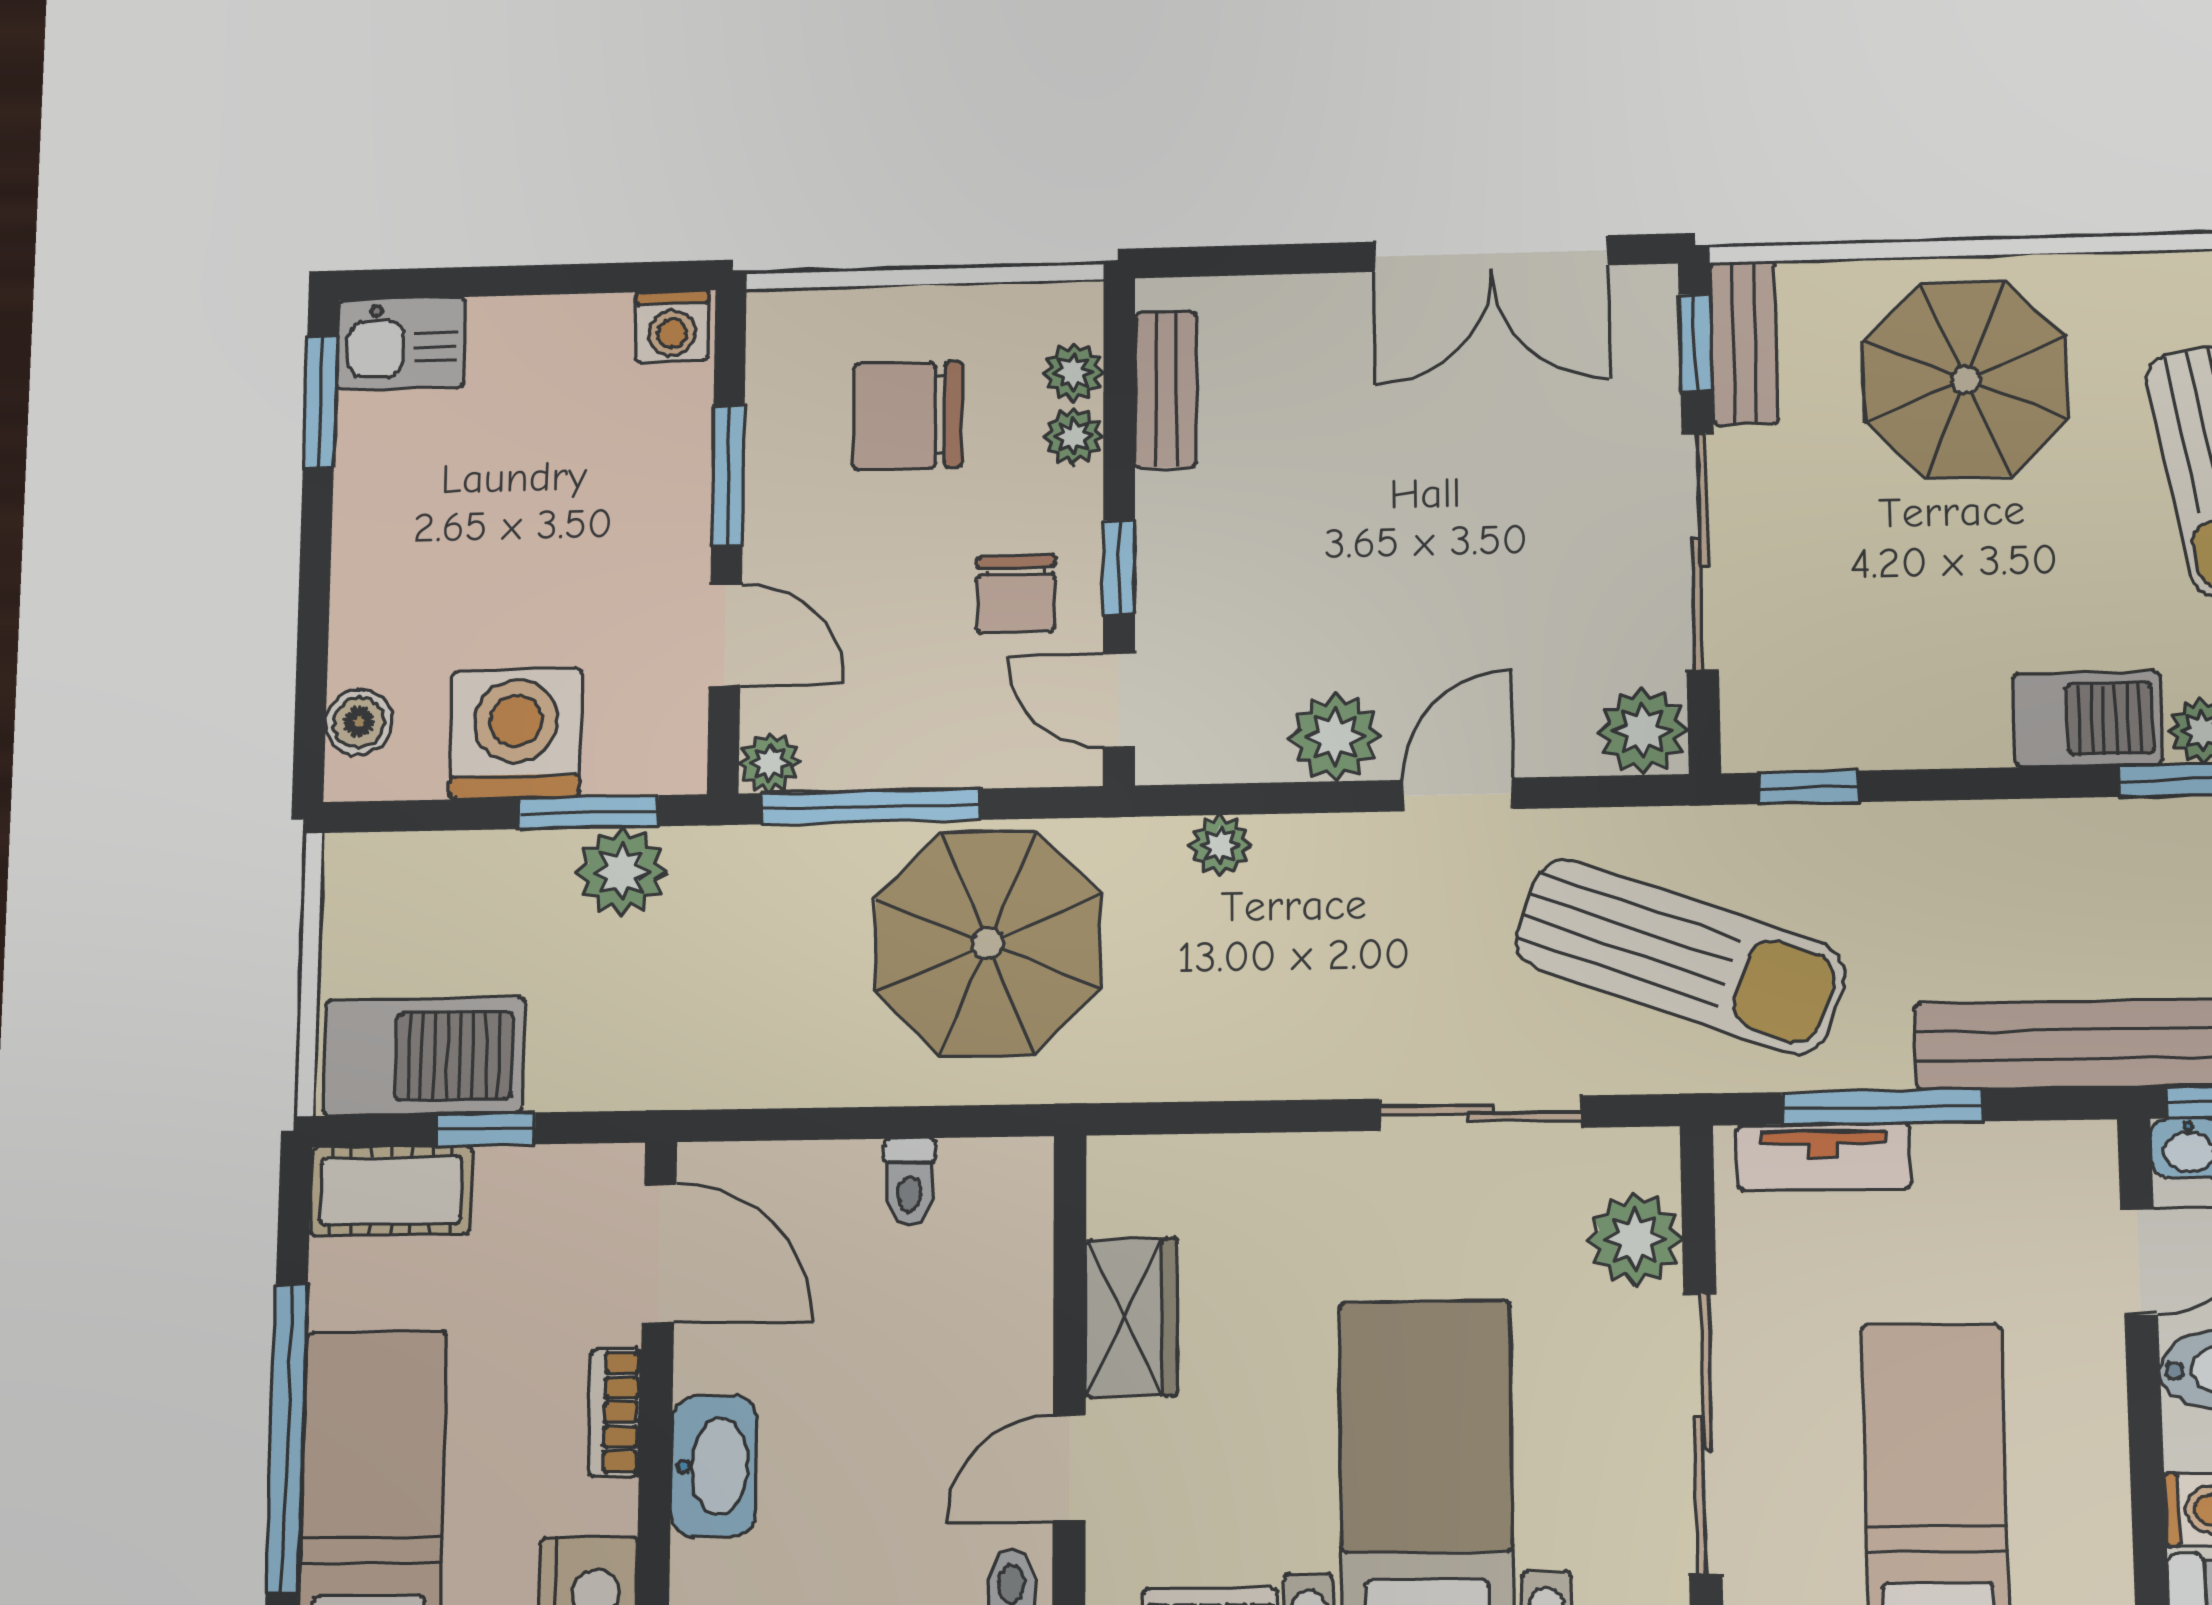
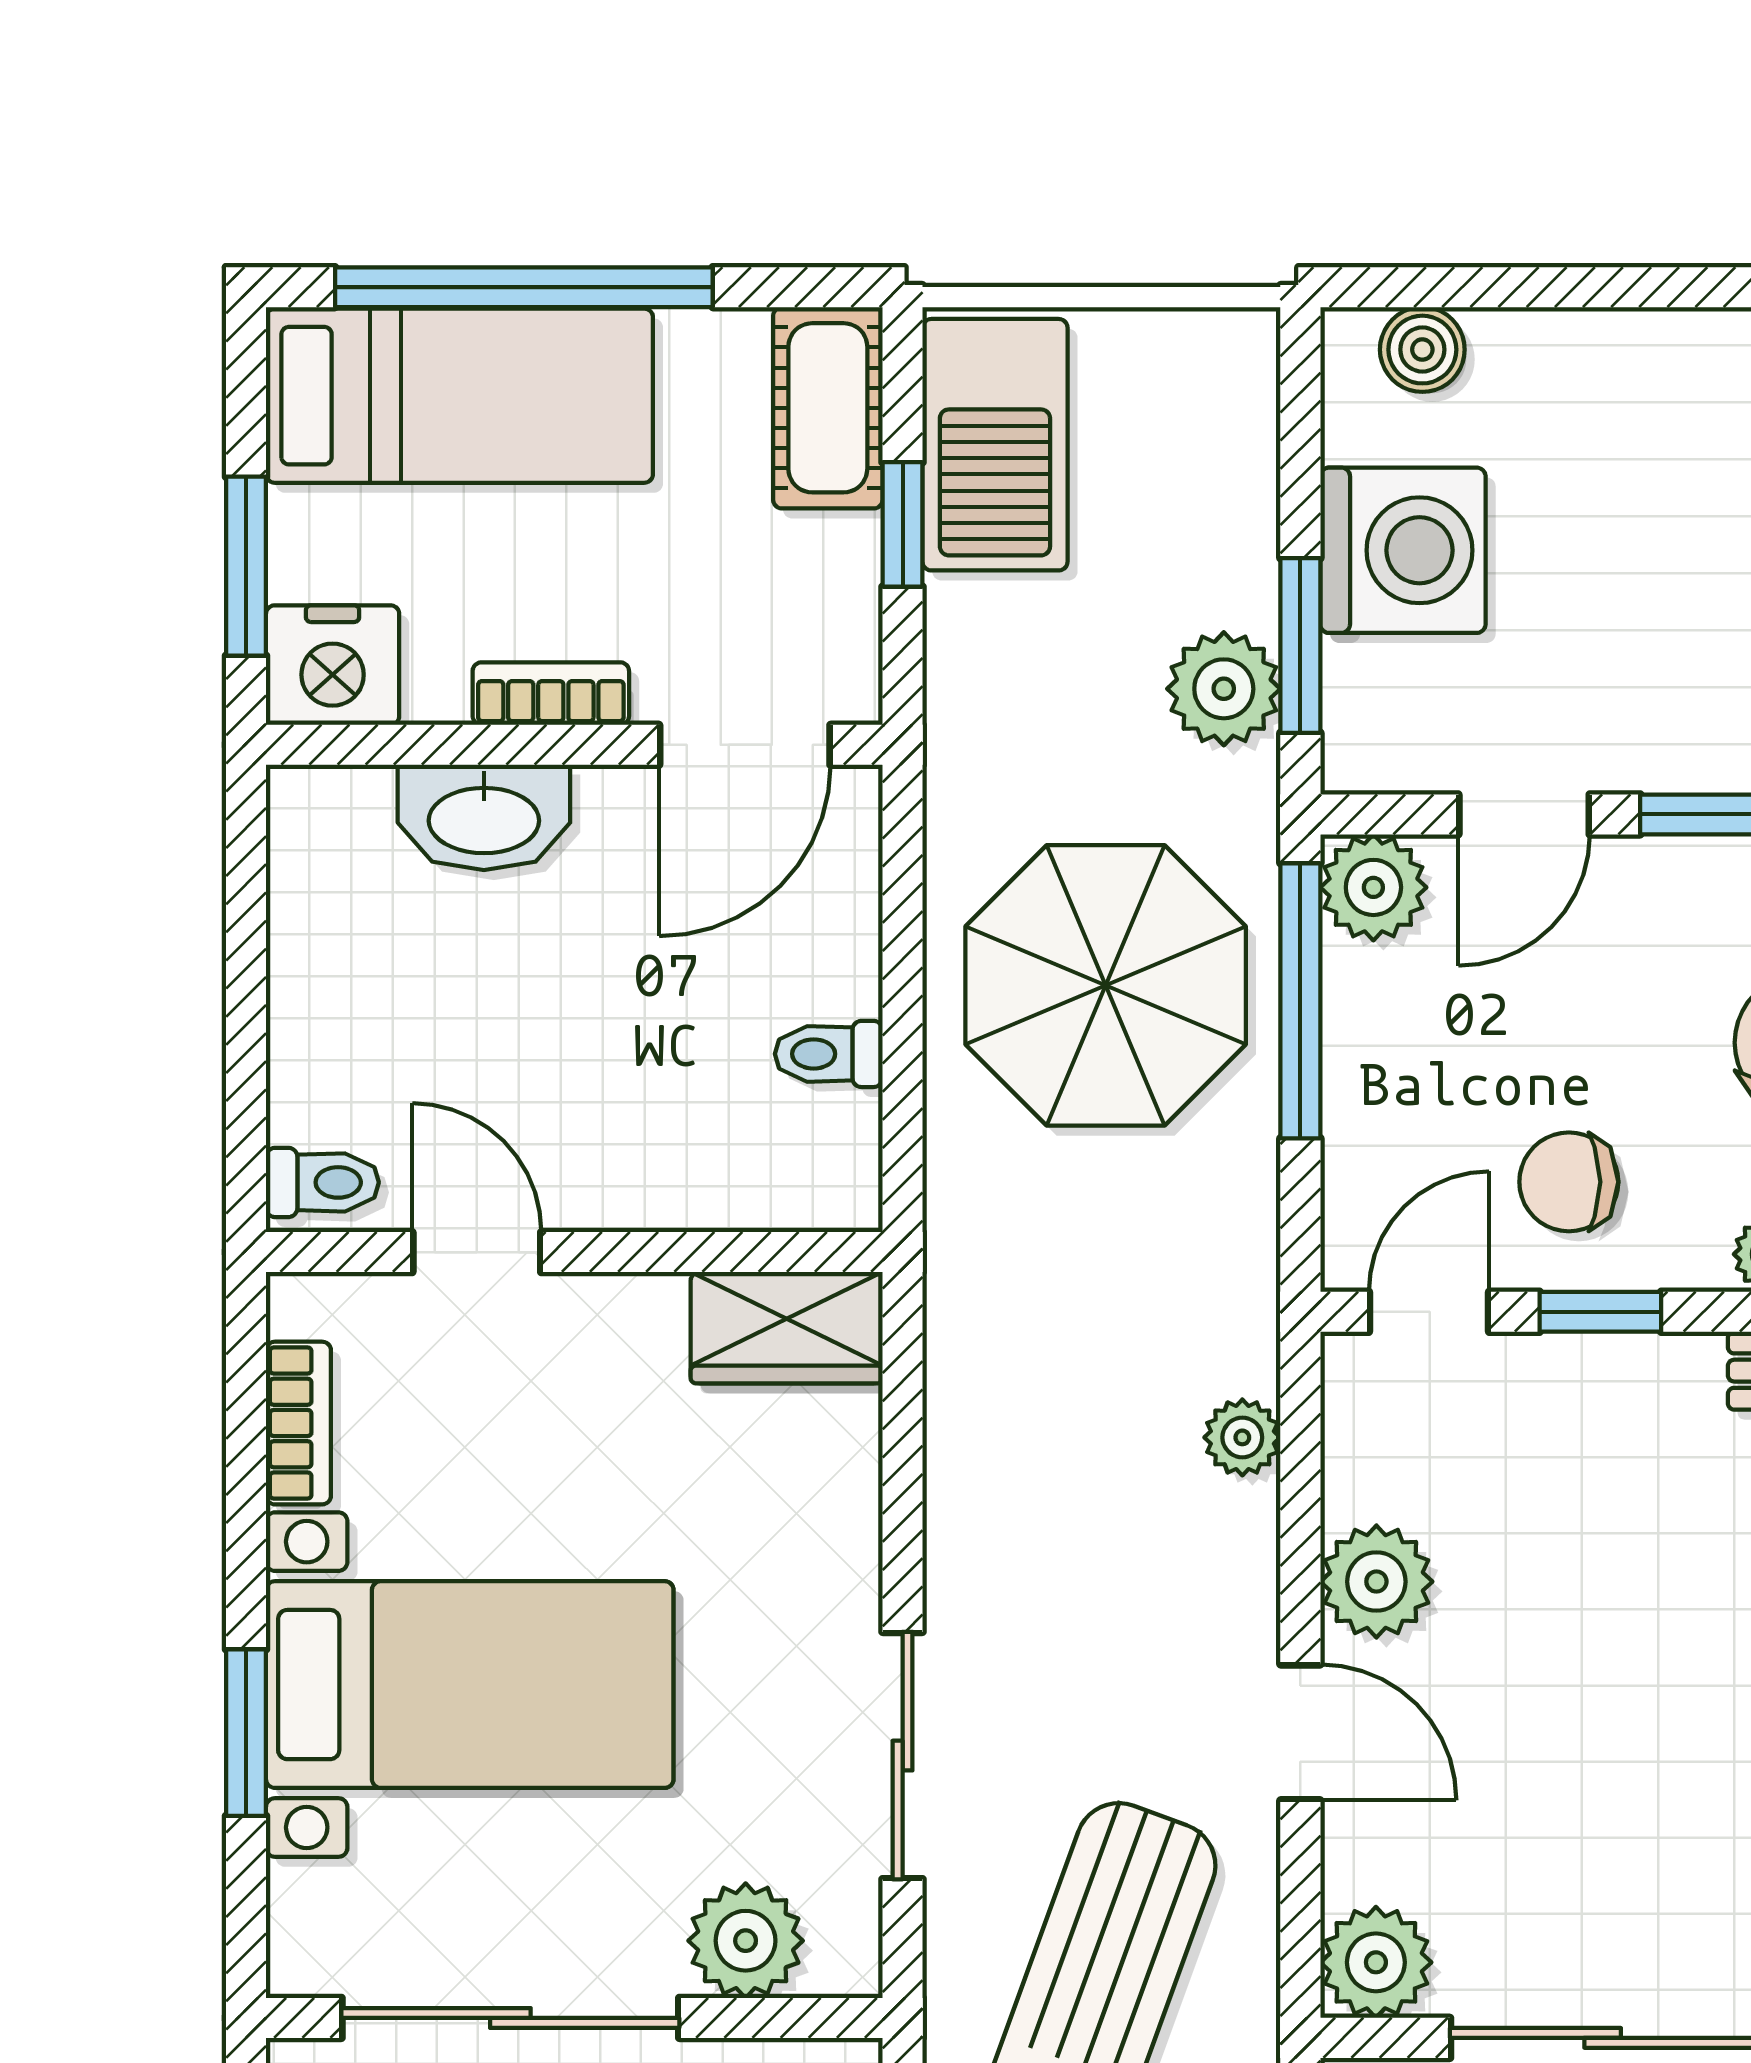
plant: (770, 763) -> (1373, 887), width x1.38, depth x1.38
parasol: (988, 943) -> (1106, 985), moved
wardrobe: (1131, 1317) -> (787, 1328), moved

